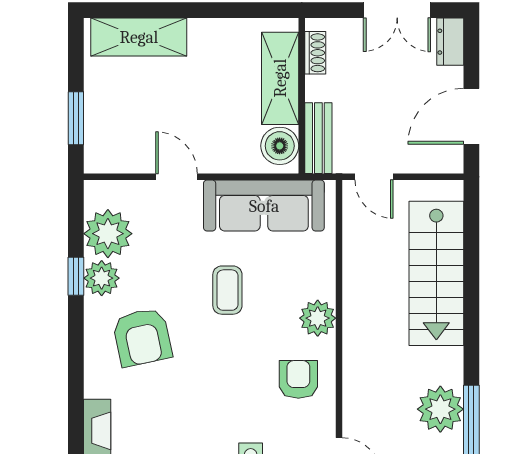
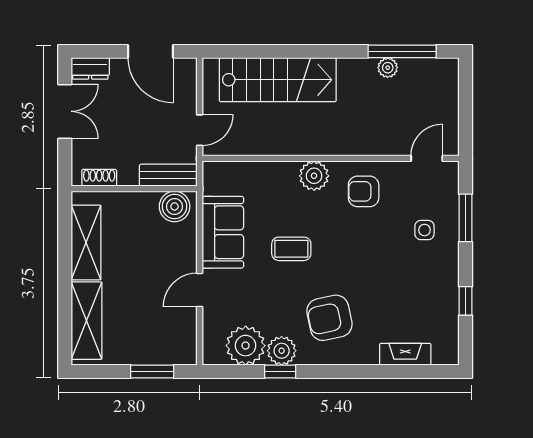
shelving: (280, 78) -> (86, 242), moved, turned 90
sofa: (264, 206) -> (223, 232), width x0.73
armchair: (142, 337) -> (329, 318), turned 180
plant: (440, 409) -> (388, 68), width x0.53, depth x0.53

